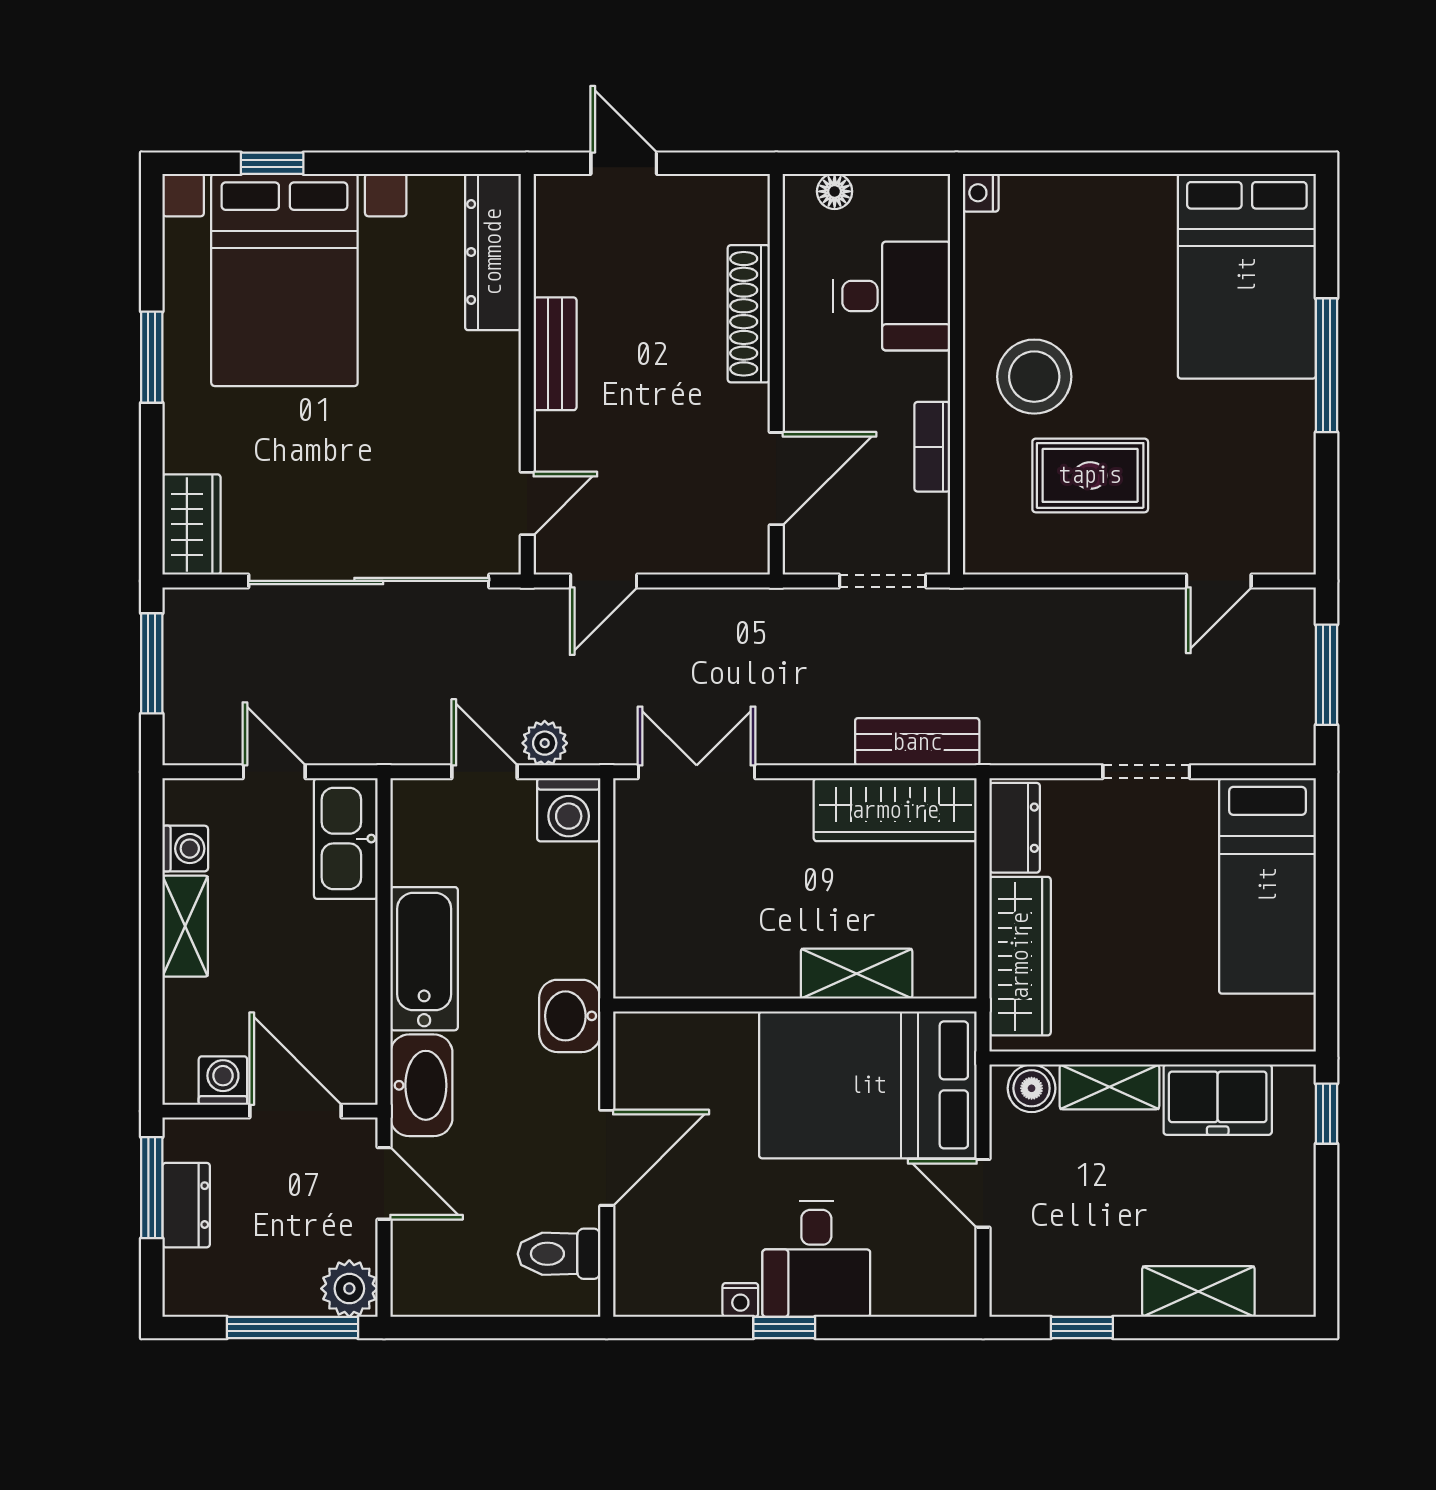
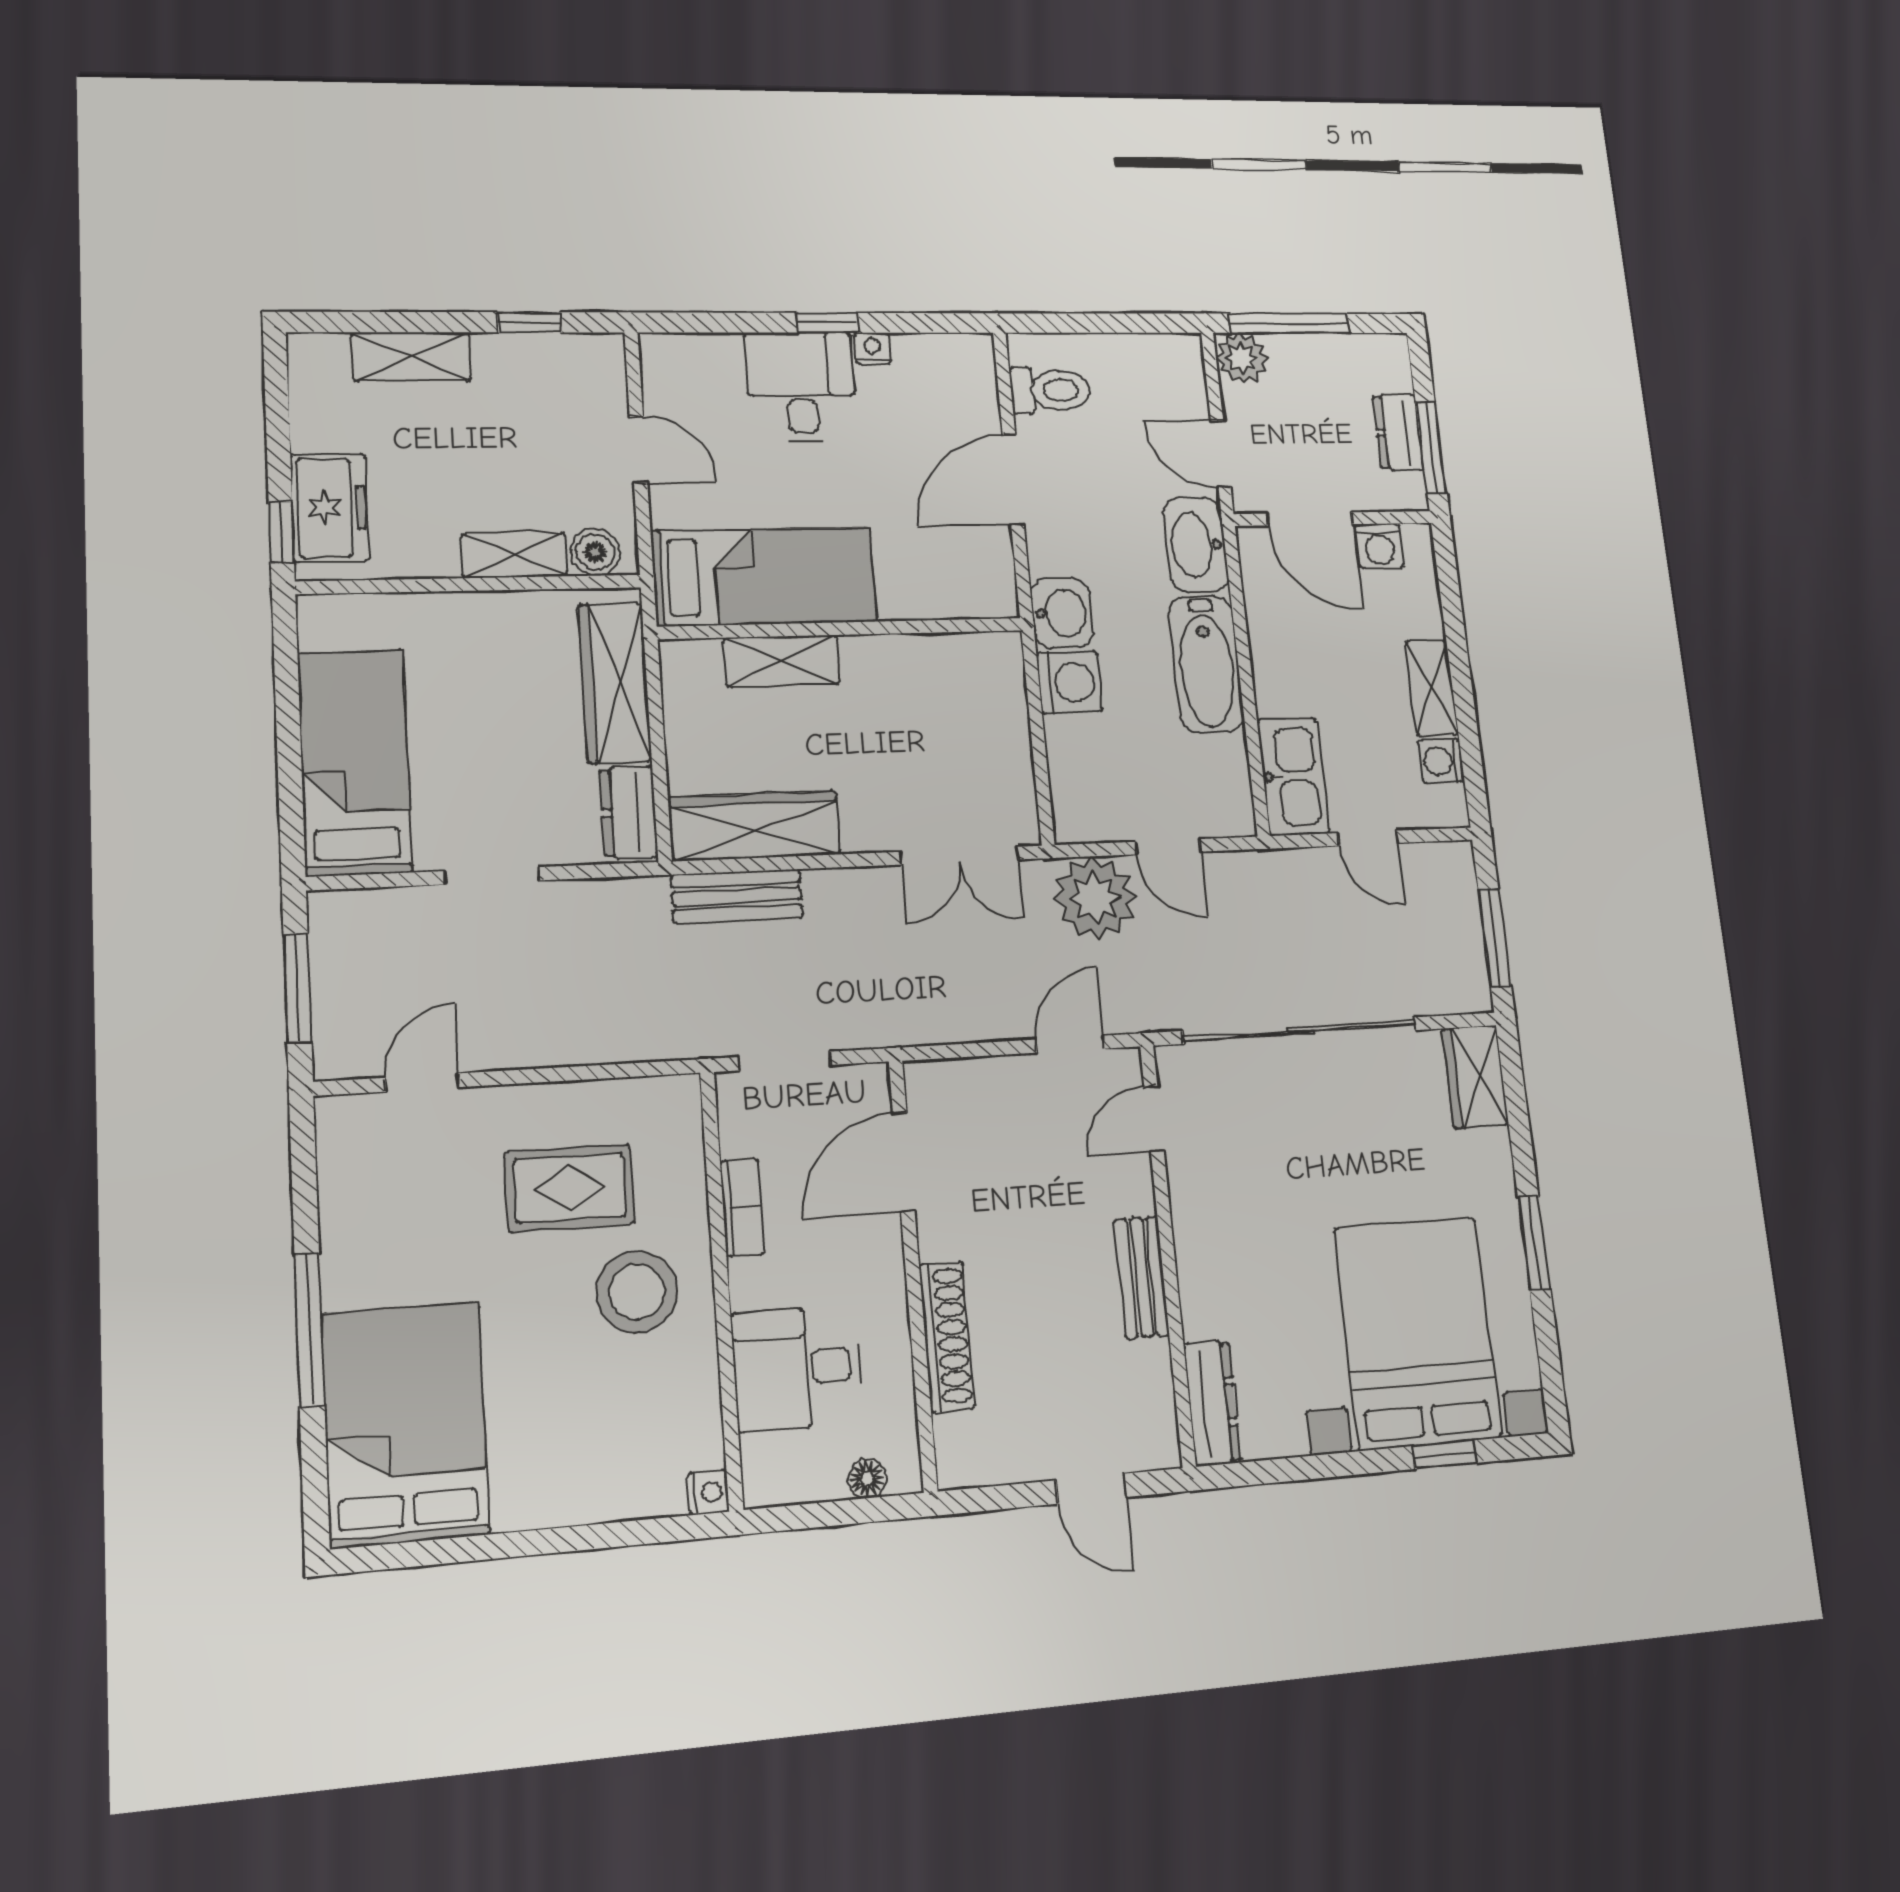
dresser: (493, 252) -> (1212, 1403), width x0.73, depth x0.80
plant: (545, 743) -> (1095, 898), width x1.87, depth x1.87
washing machine: (569, 810) -> (1070, 682), moved, turned 90
bed: (868, 1085) -> (764, 576), width x0.67
freezer: (1218, 1100) -> (330, 508), moved, turned 90

